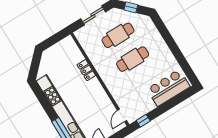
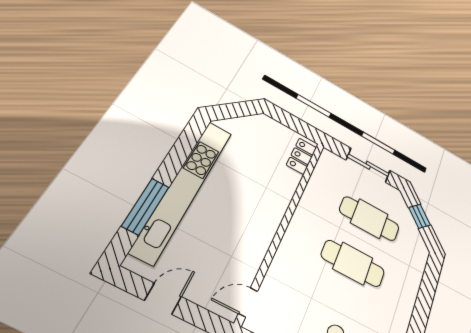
locker: (86, 70) -> (302, 156), moved

